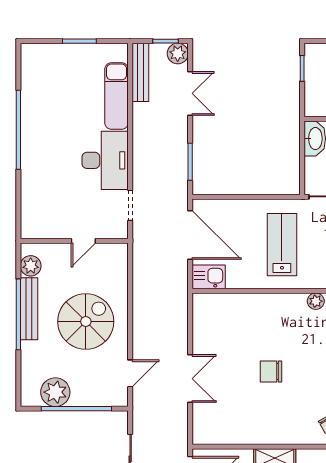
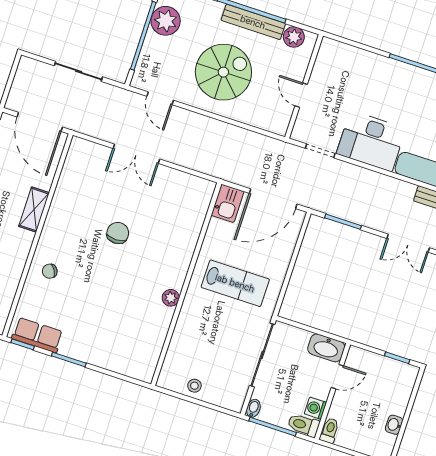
spiral stairs: (86, 321) -> (223, 72), turned -90

